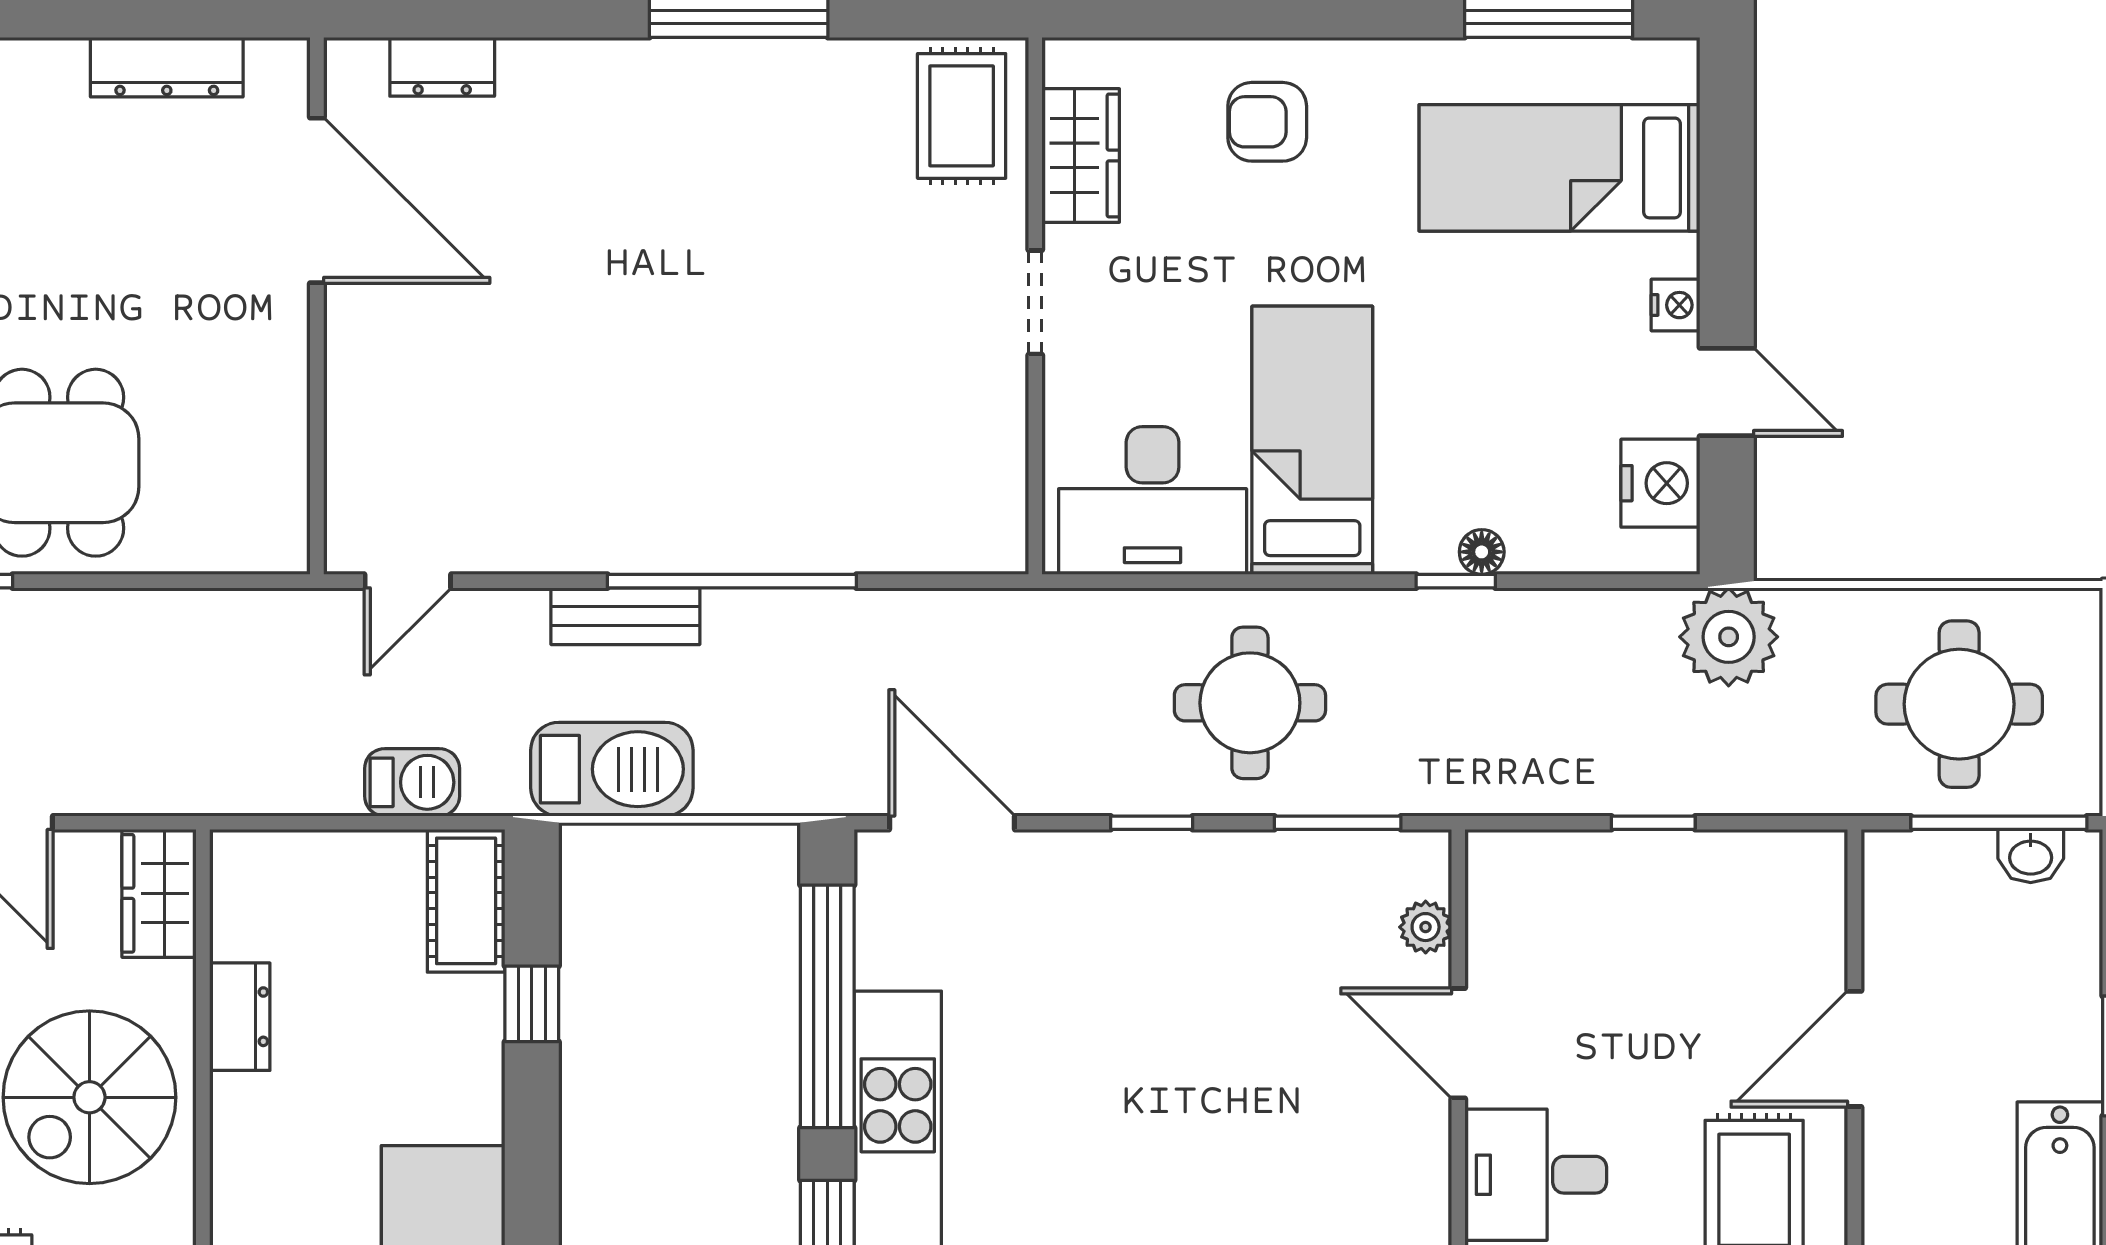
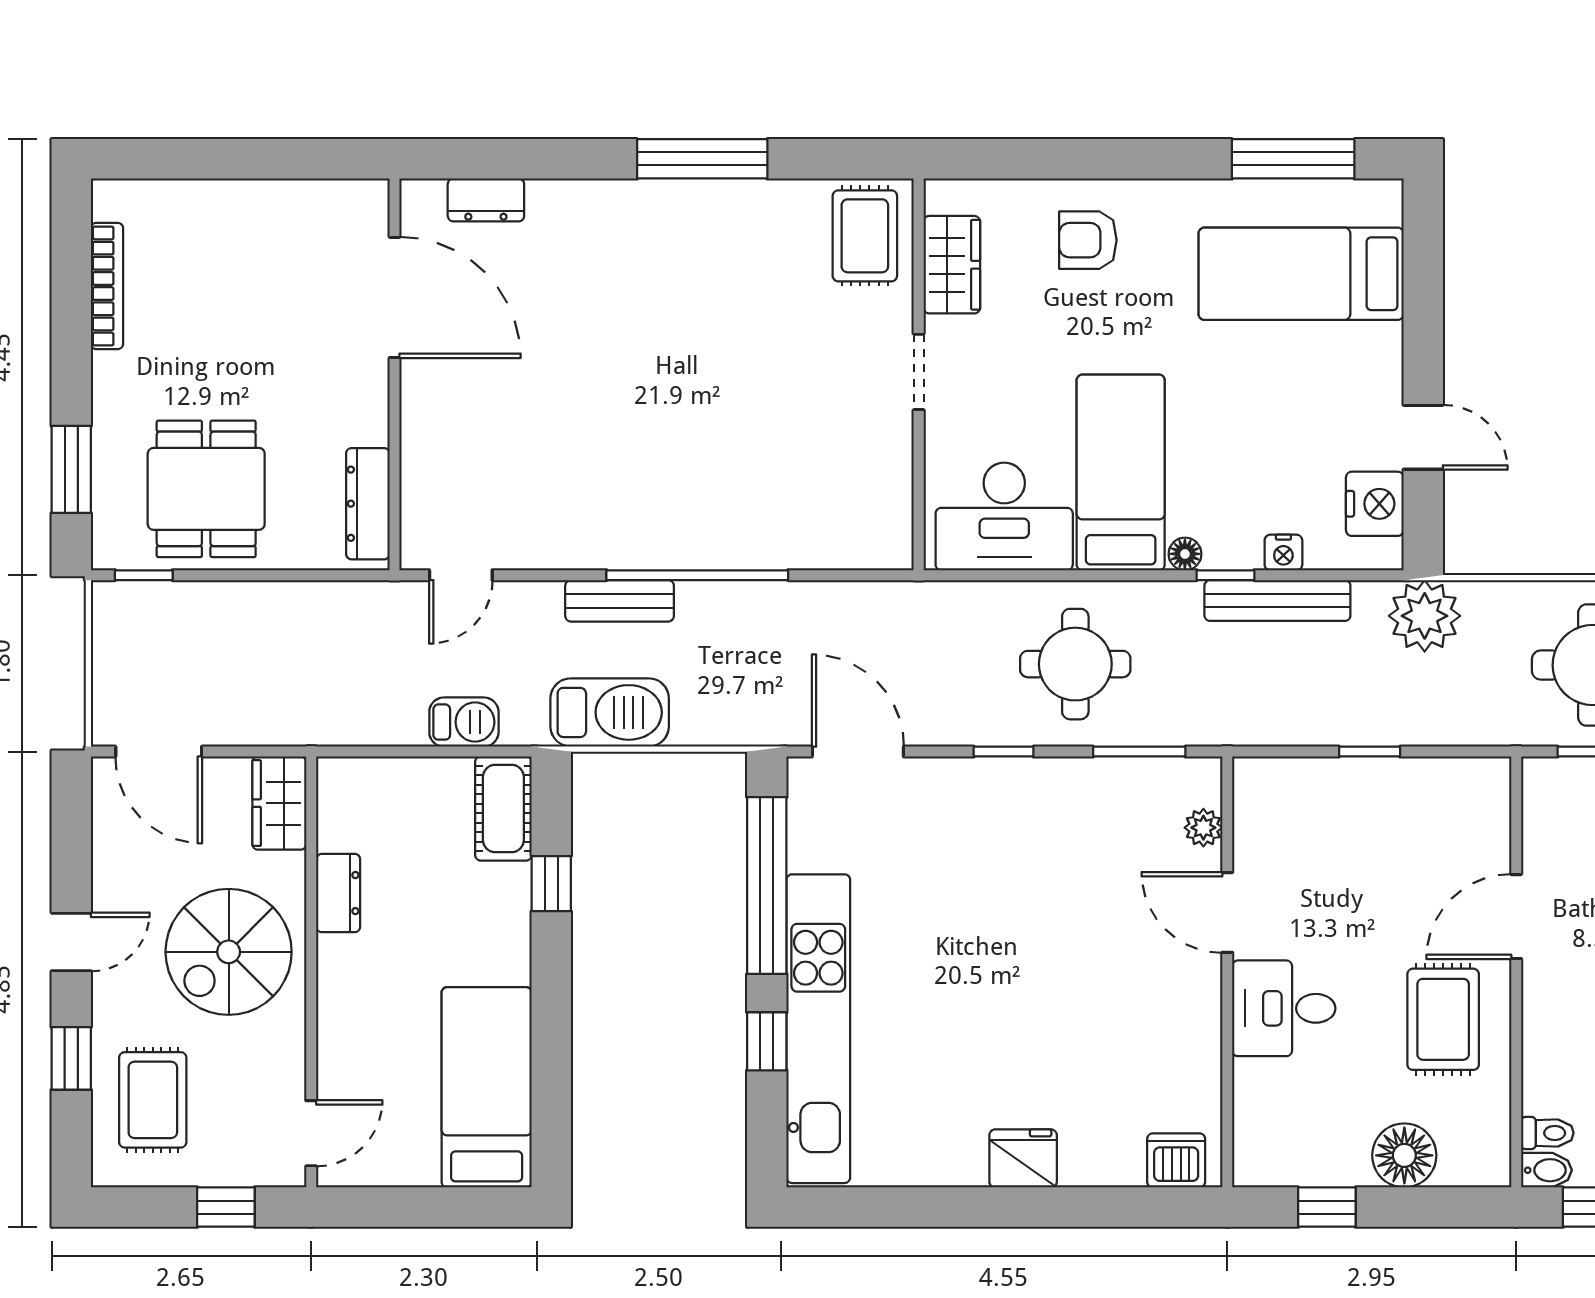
dresser: (167, 67) -> (368, 504), moved, turned 90
nightstand: (1676, 305) -> (1283, 553), moved, turned 90
floor lamp: (1482, 552) -> (1185, 554), moved
bench: (1527, 616) -> (1277, 601), added

